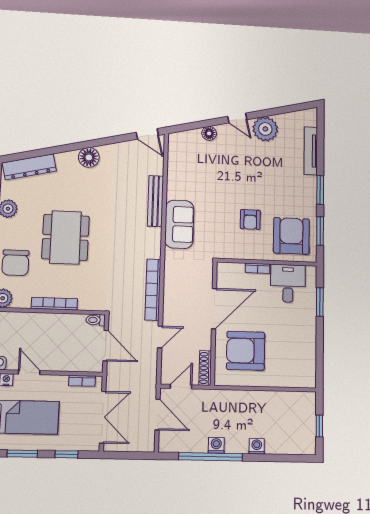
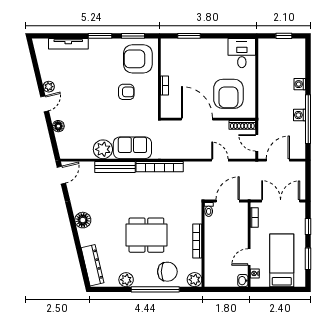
plant: (265, 129) -> (49, 87), width x0.53, depth x0.53
plant: (178, 187) -> (103, 149), added
desk: (288, 283) -> (242, 53), moved, turned 90
bookcase: (153, 290) -> (160, 167), moved

